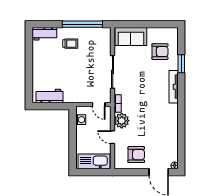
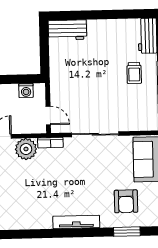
window: (181, 64) -> (127, 232), moved
workbench: (49, 96) -> (67, 30), moved, turned 90
door: (99, 105) -> (48, 116), swing flipped

